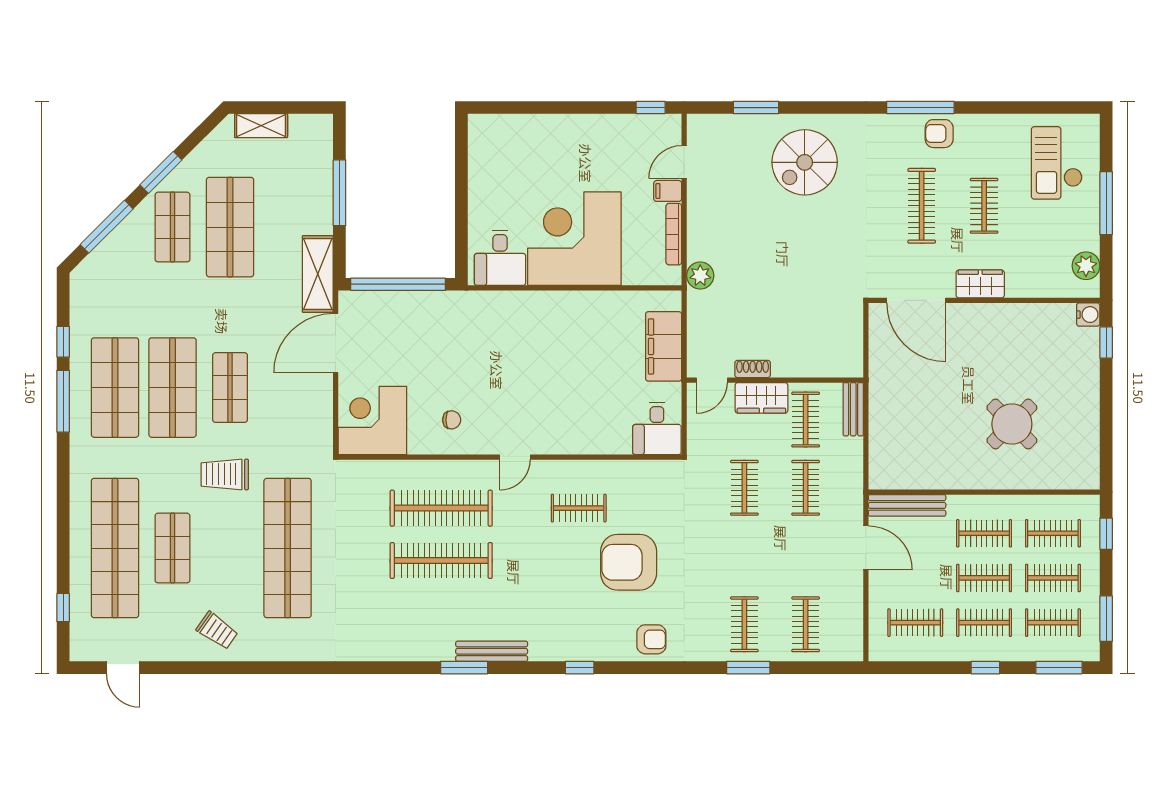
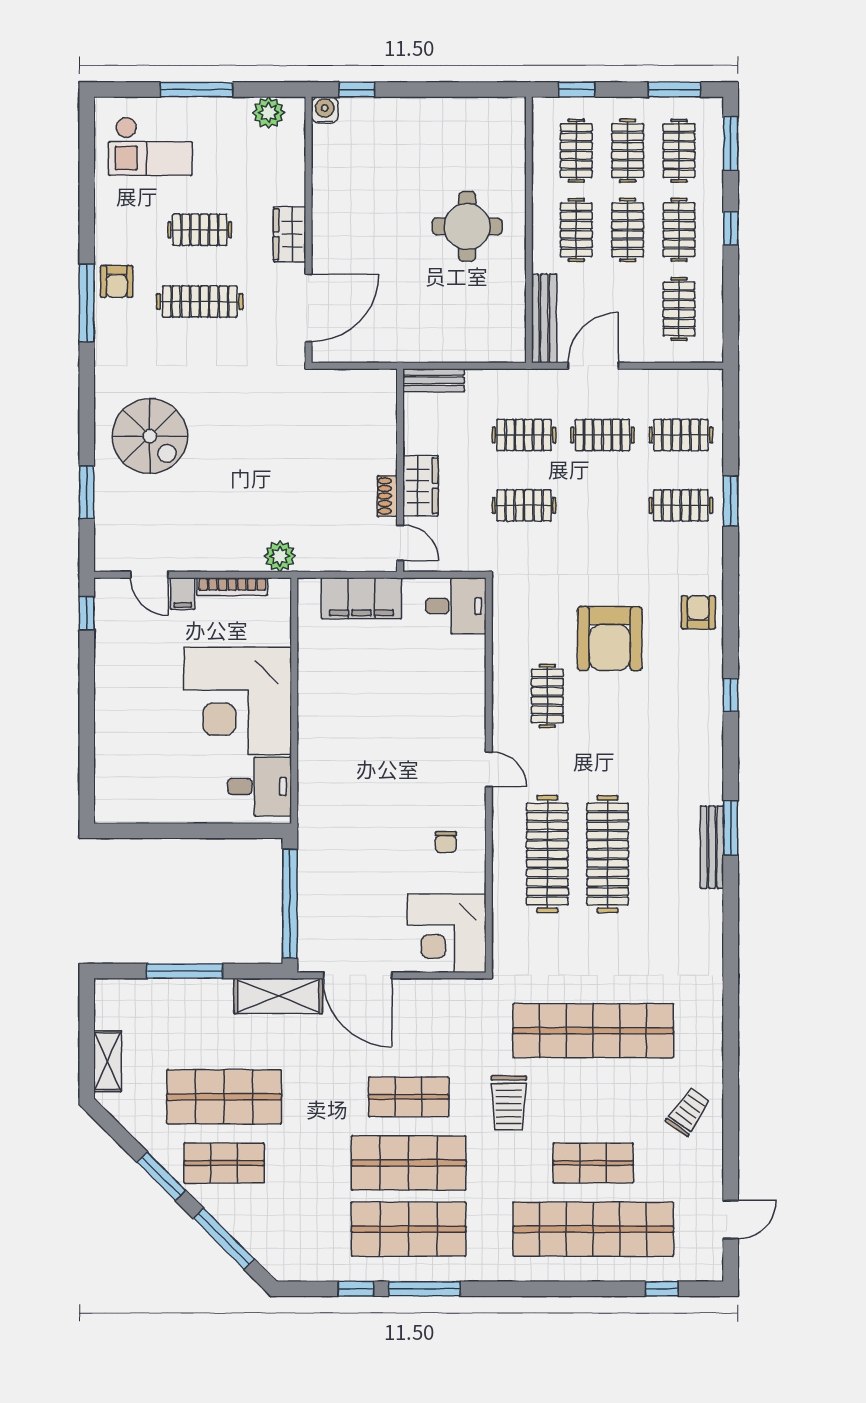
chair: (452, 420) -> (446, 842), turned 180
clothes rail: (806, 420) -> (602, 435), moved
round table: (1012, 424) -> (467, 226), moved, turned 45
bench: (492, 651) -> (712, 847), moved

